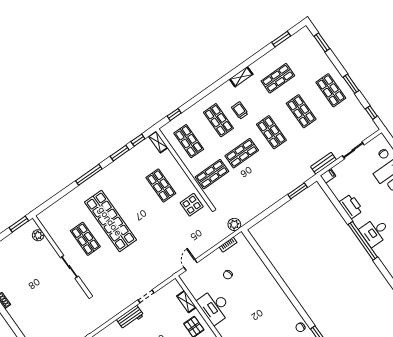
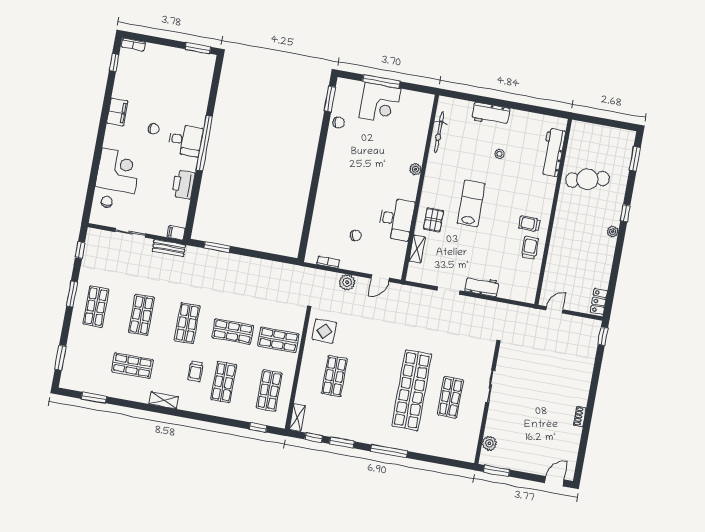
plant: (234, 224) -> (347, 282), moved

